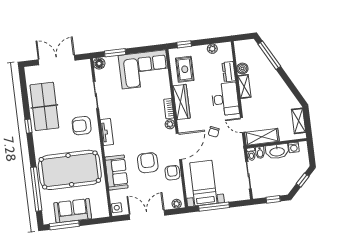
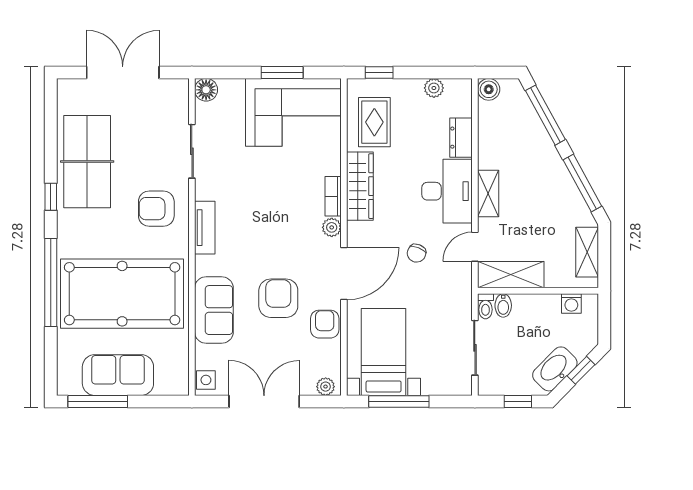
window: (115, 53) -> (282, 73), moved
boiler: (242, 68) -> (489, 89), moved
shelving: (244, 86) -> (488, 193), moved
window: (292, 87) -> (582, 183), added
door: (242, 125) -> (475, 247), hinge flipped
washbasin: (277, 151) -> (555, 369), moved, turned 135
window: (36, 189) -> (51, 283), moved

